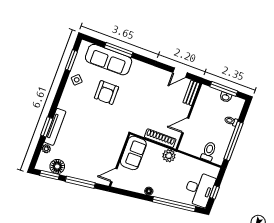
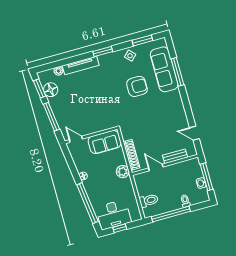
armchair: (107, 93) -> (137, 86), turned 180
bench: (191, 93) -> (175, 156), moved
window: (47, 127) -> (103, 51), moved

